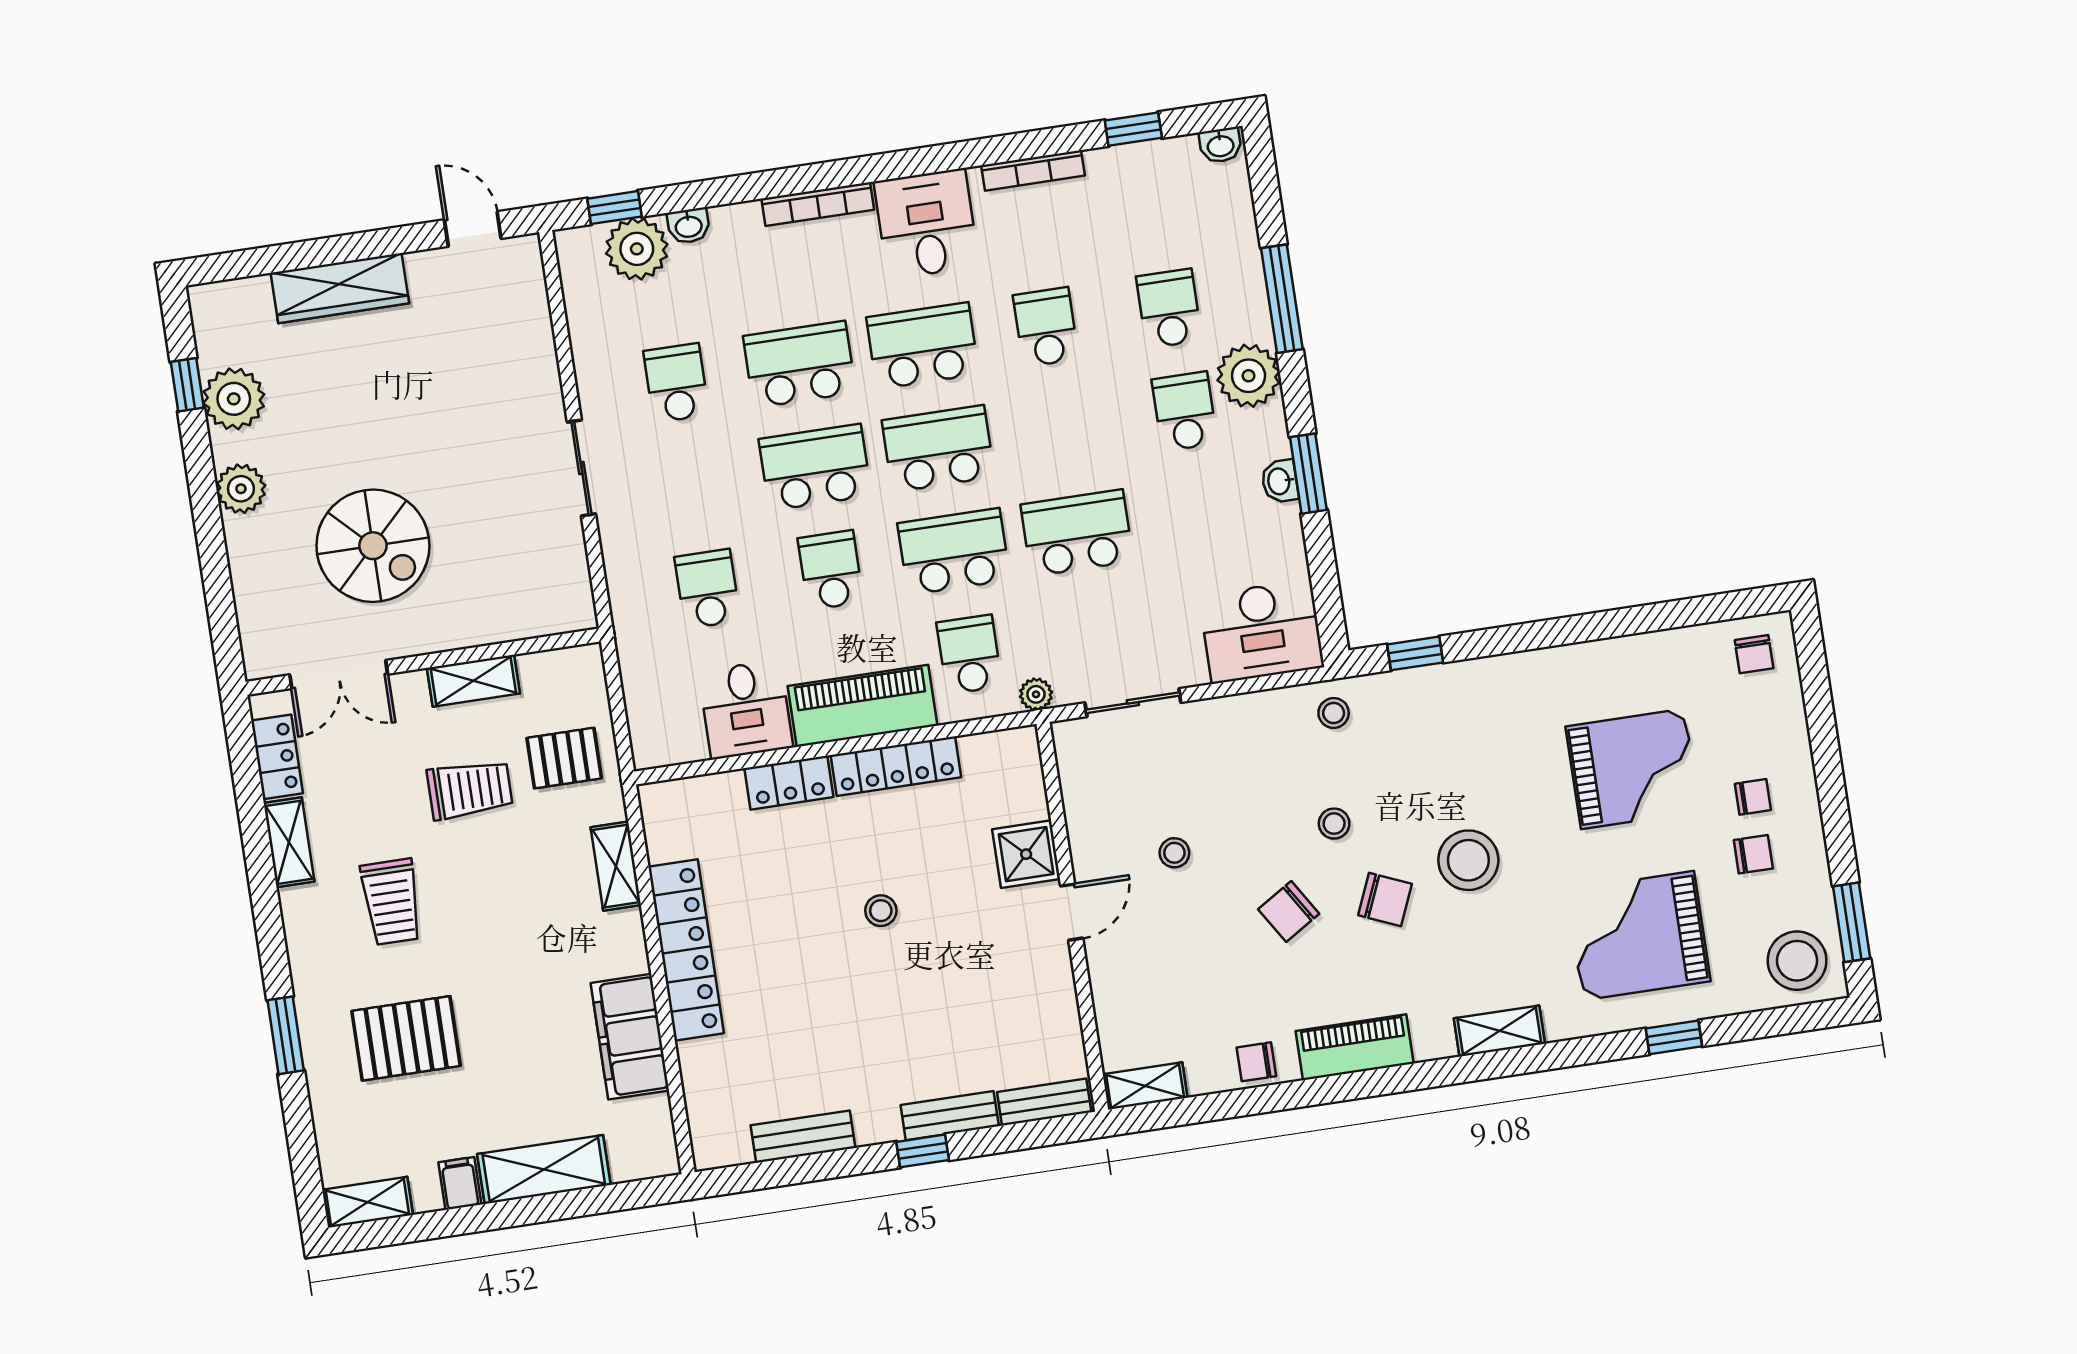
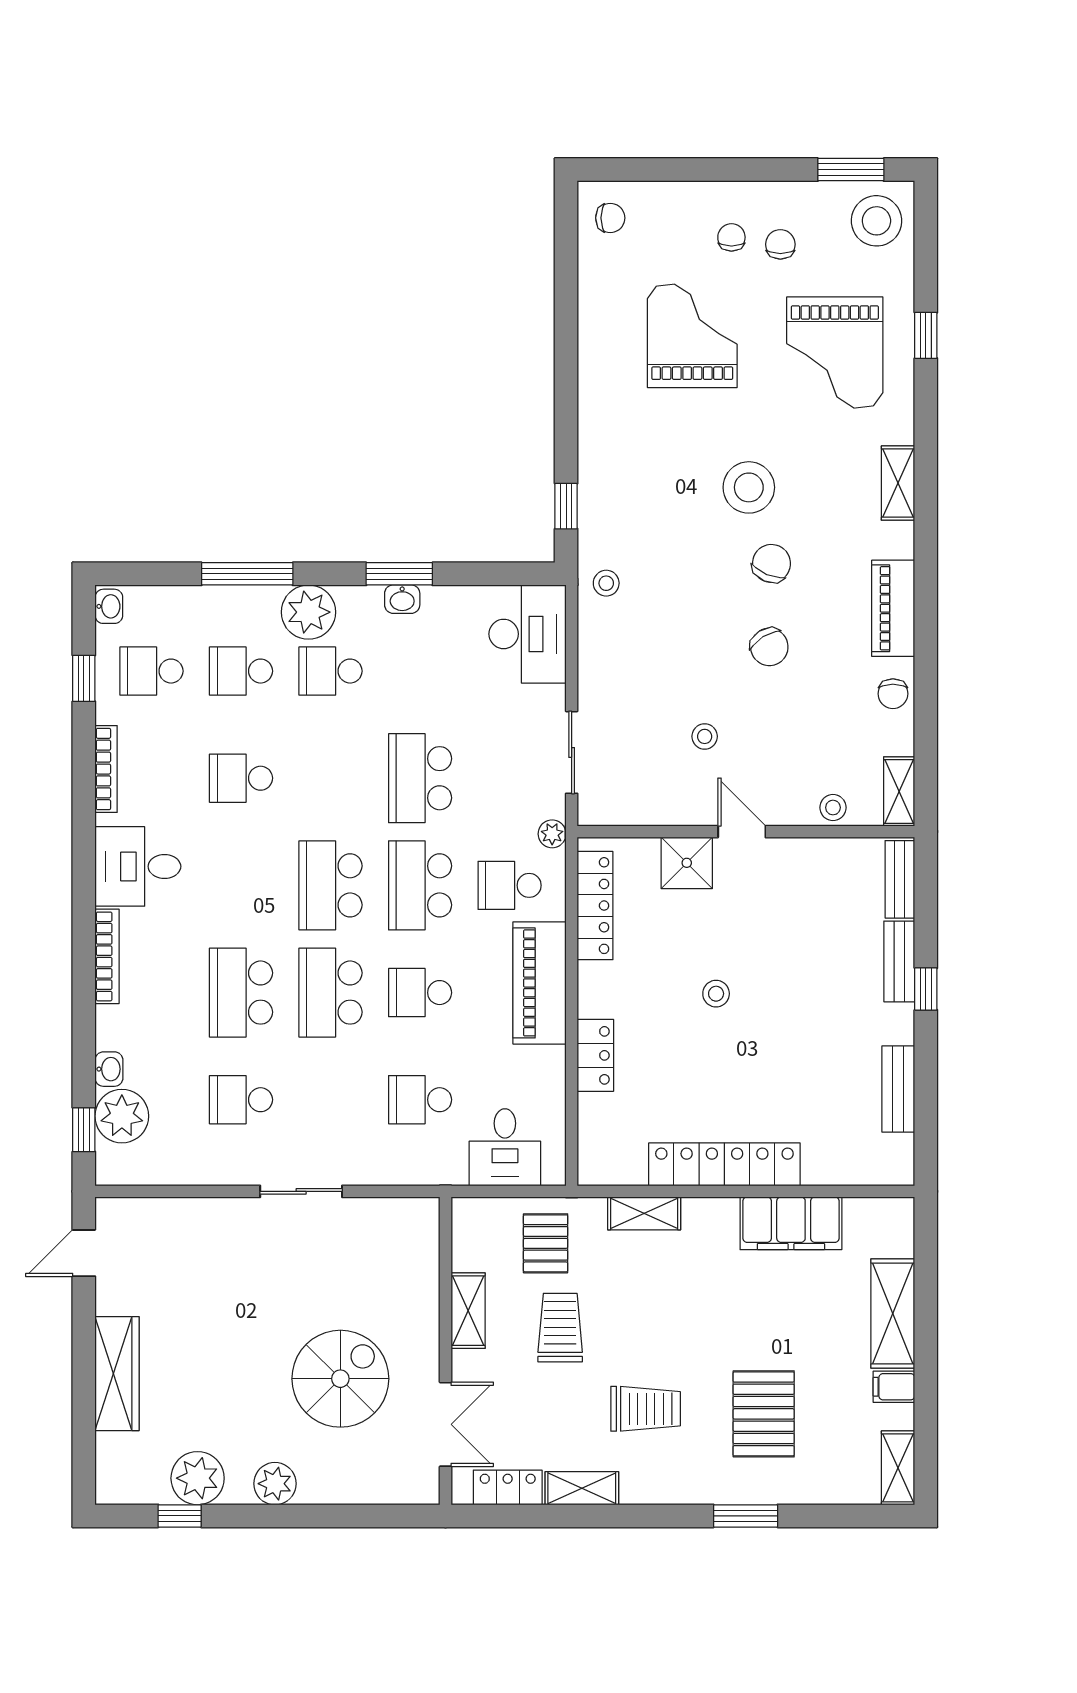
school desk: (923, 346) -> (151, 671), moved, width x0.54
desk: (746, 709) -> (505, 1147), moved, turned 90
locker: (896, 766) -> (595, 906), moved
stool: (1334, 824) -> (833, 808), moved

